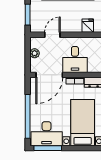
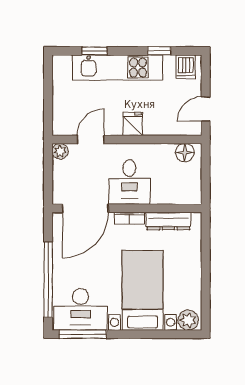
window: (28, 15) -> (48, 105), removed
fridge: (88, 26) -> (133, 124), moved
plant: (35, 53) -> (60, 151), moved

